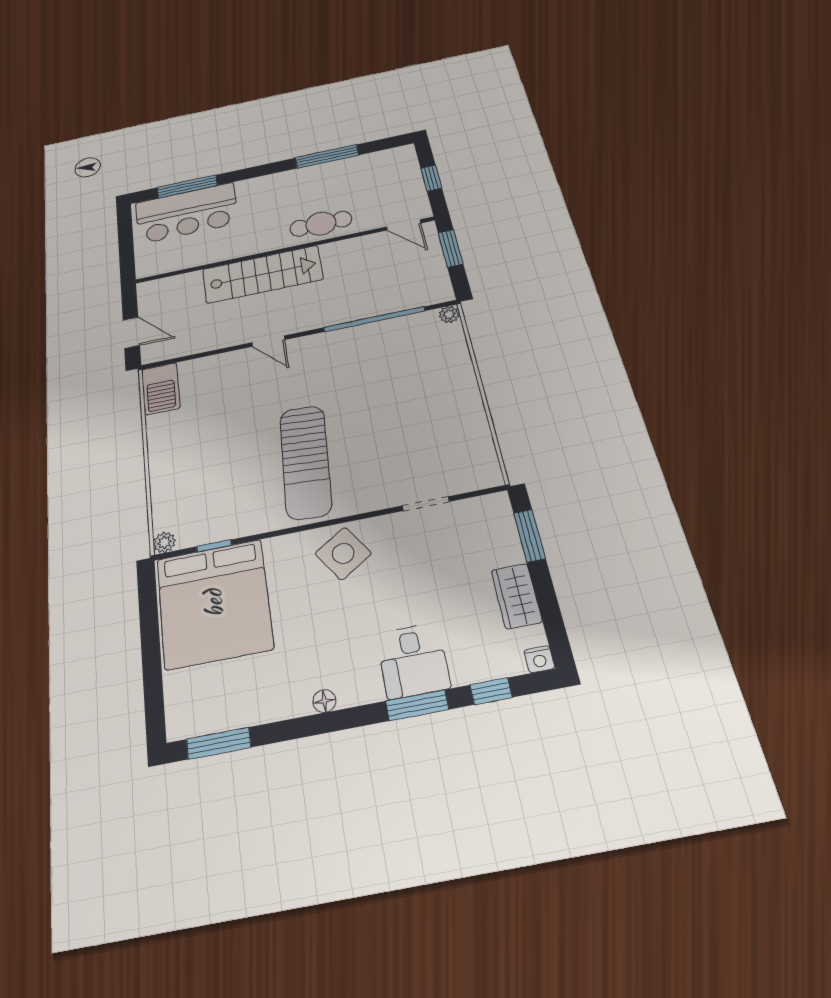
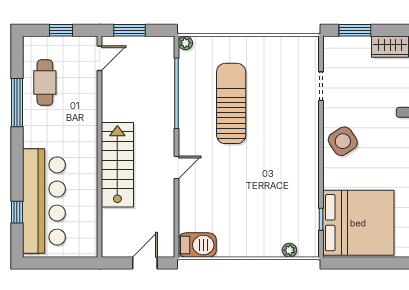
window: (187, 186) -> (17, 212), width x0.46
bar counter: (187, 213) -> (44, 201), width x1.36
cafe table: (321, 224) -> (45, 83), moved
sun lounger: (305, 462) -> (231, 103), moved, turned -94
plant: (164, 542) -> (289, 250), moved

